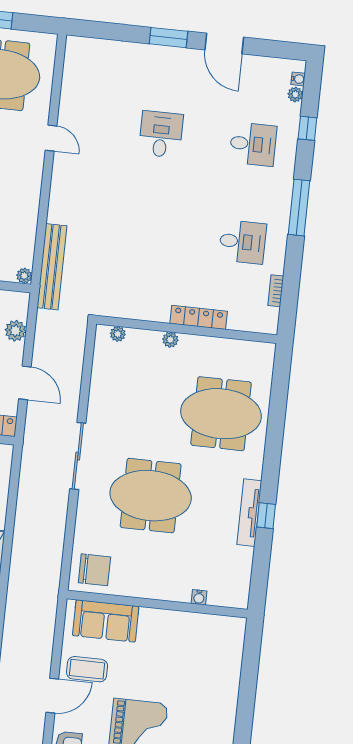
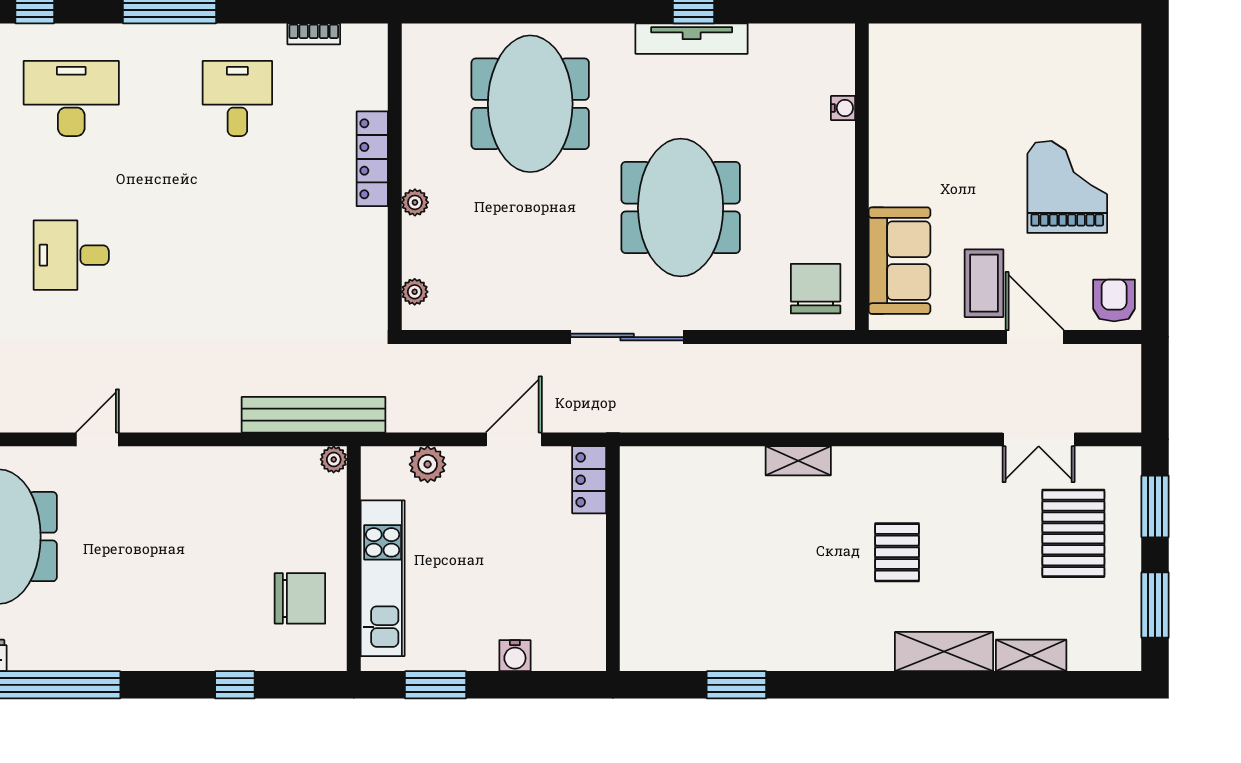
desk: (253, 144) -> (71, 99), width x1.37

